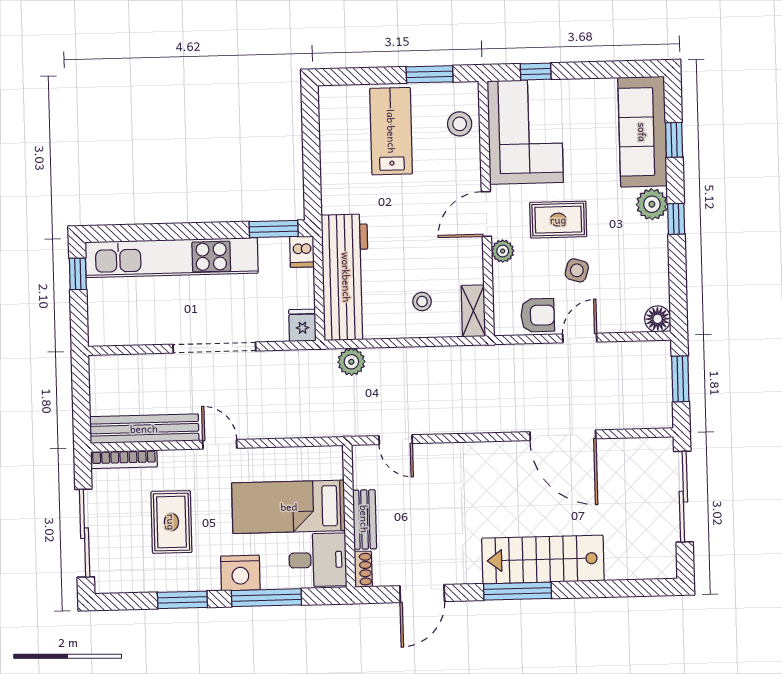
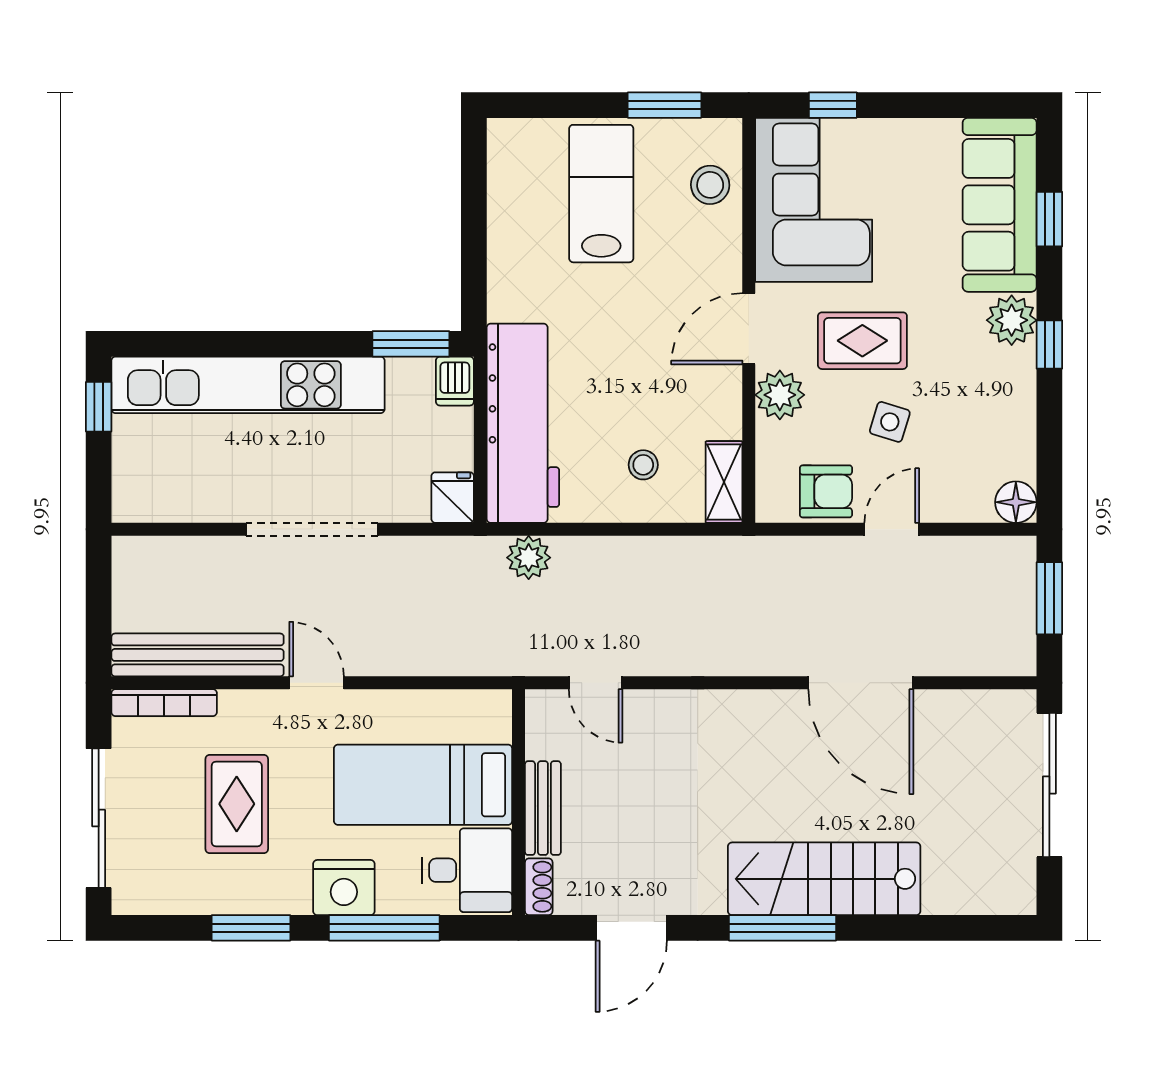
plant: (503, 251) -> (780, 395), width x1.38, depth x1.38

